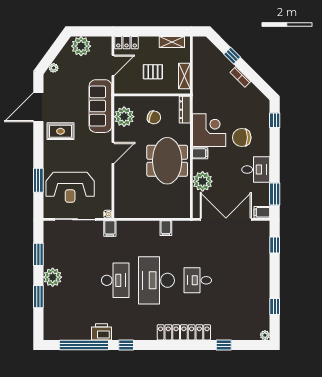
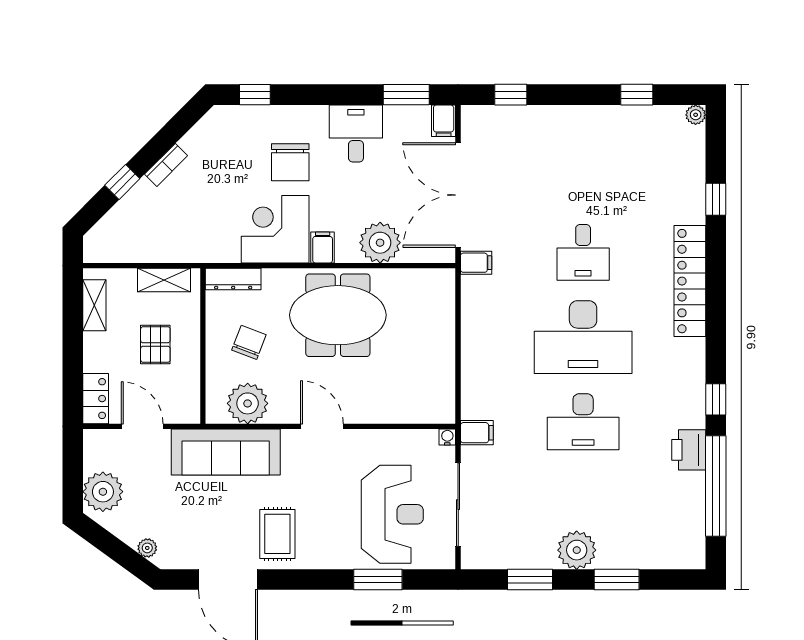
filing cabinet: (166, 228) -> (476, 263), moved
desk: (115, 280) -> (583, 422), turned 180

